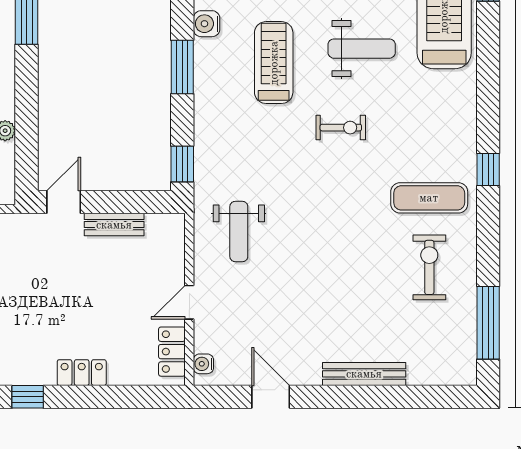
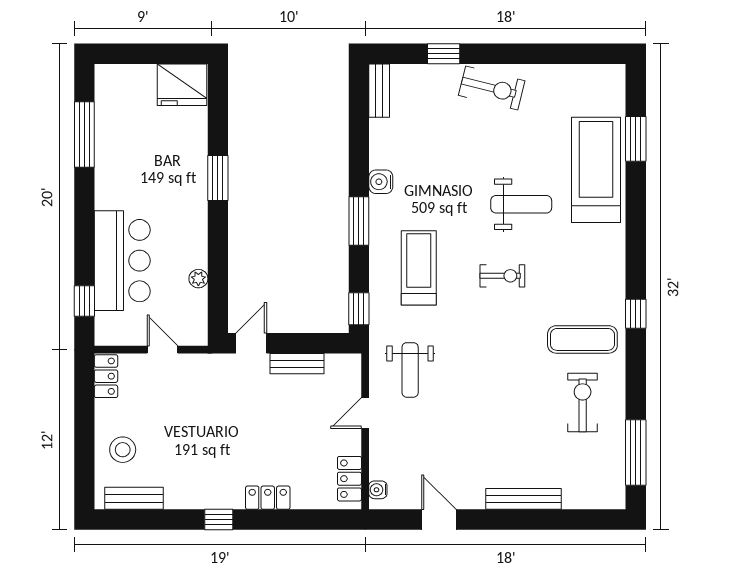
treadmill: (274, 63) -> (419, 268), moved
door: (189, 302) -> (365, 413), moved

